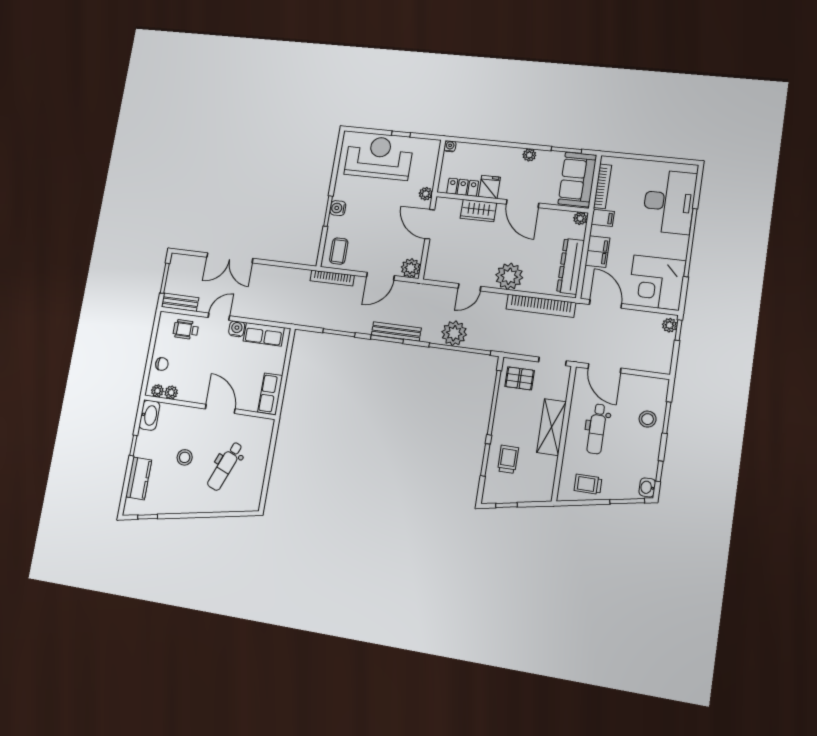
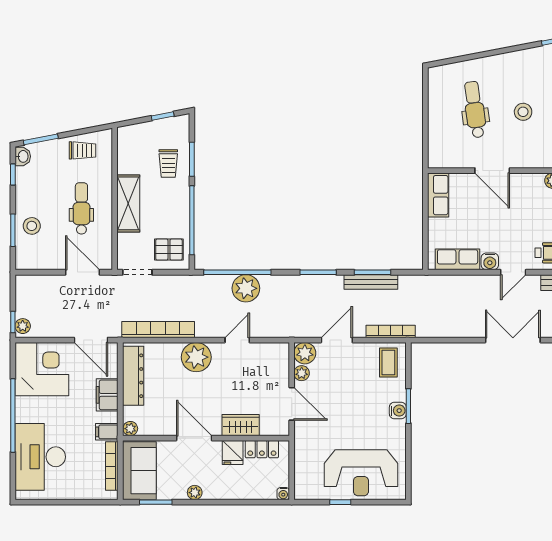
plant: (426, 194) -> (302, 373), moved
bench: (396, 331) -> (371, 282), moved
dental chair: (225, 466) -> (475, 109), turned -30

